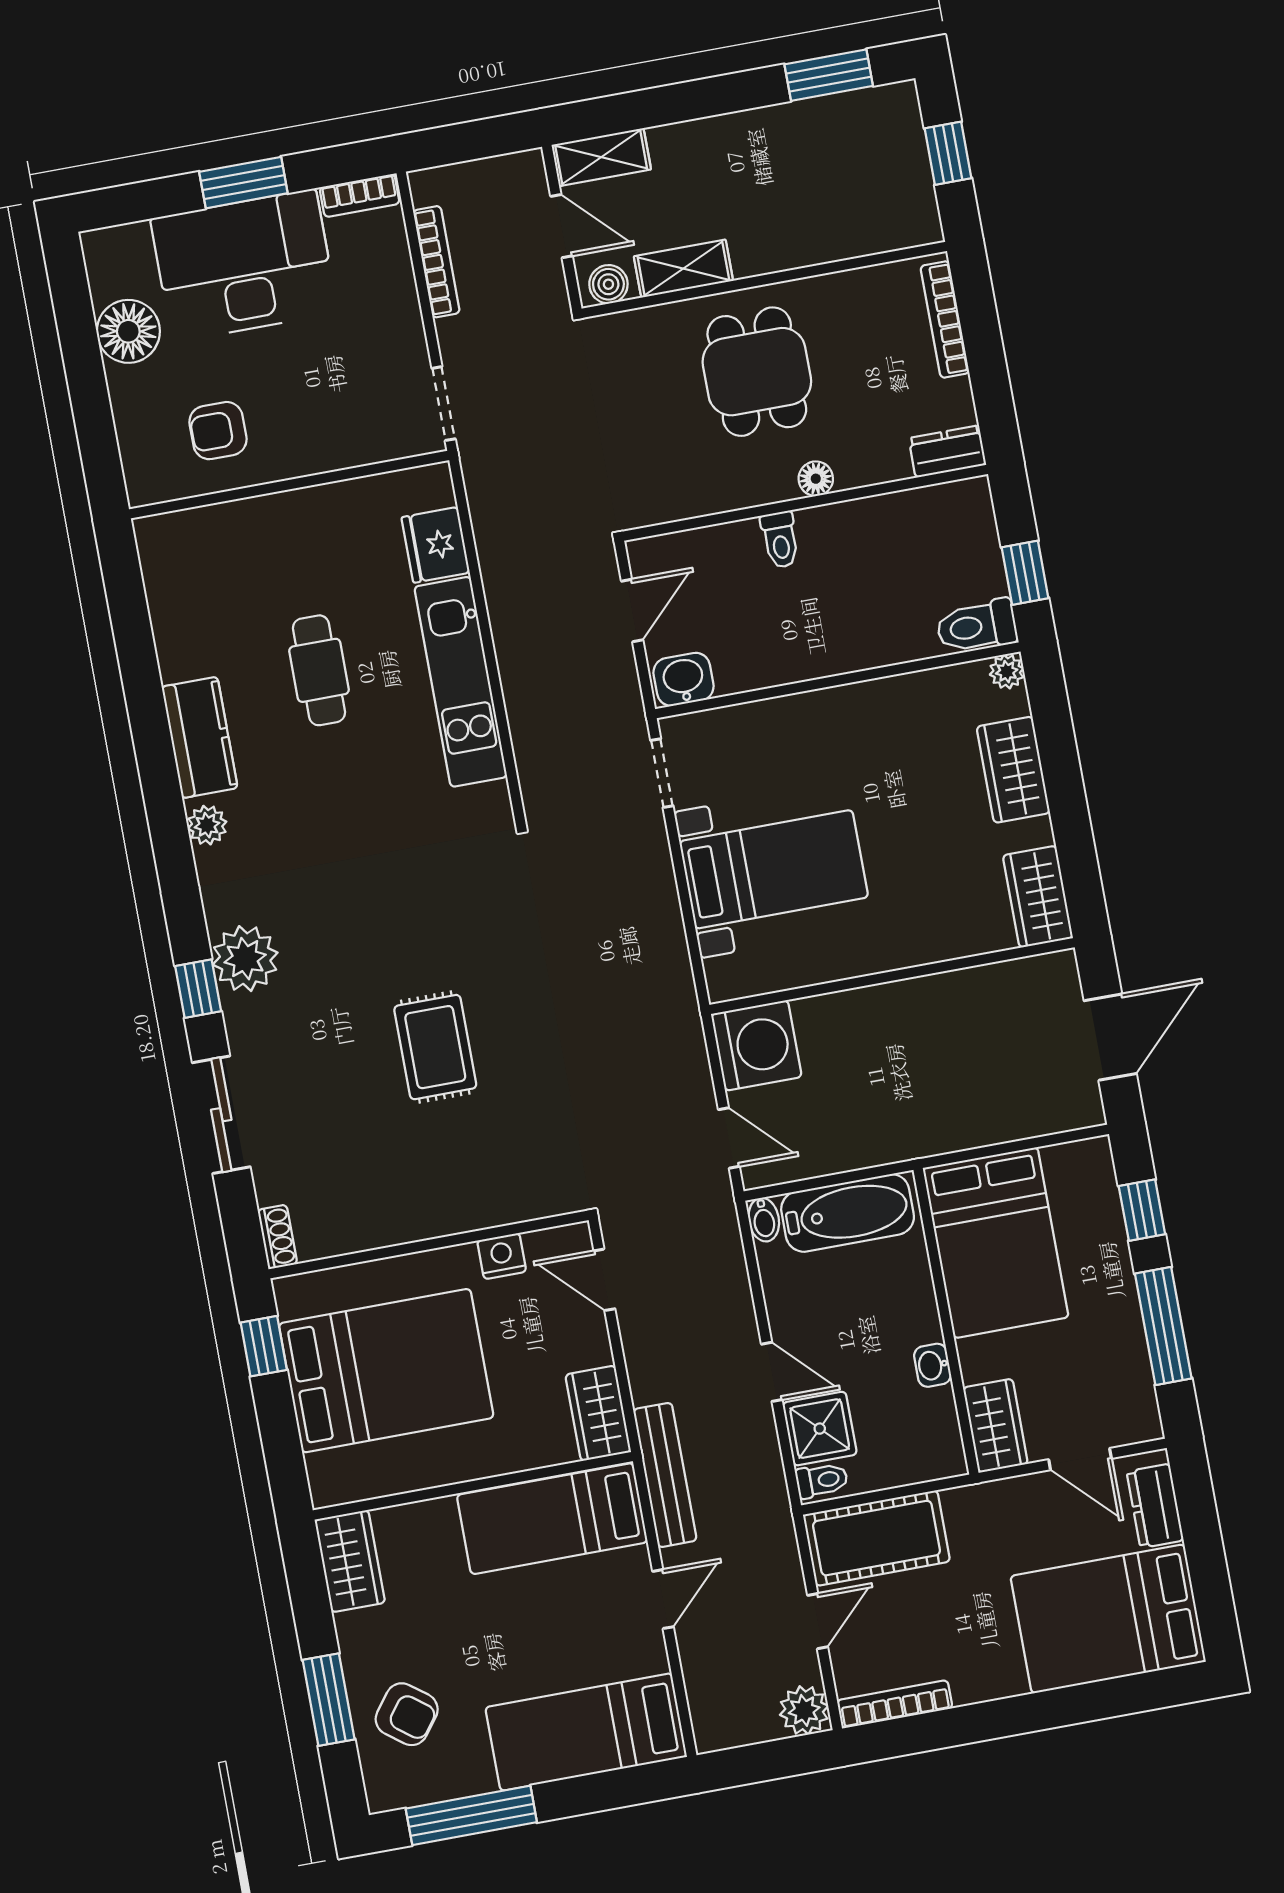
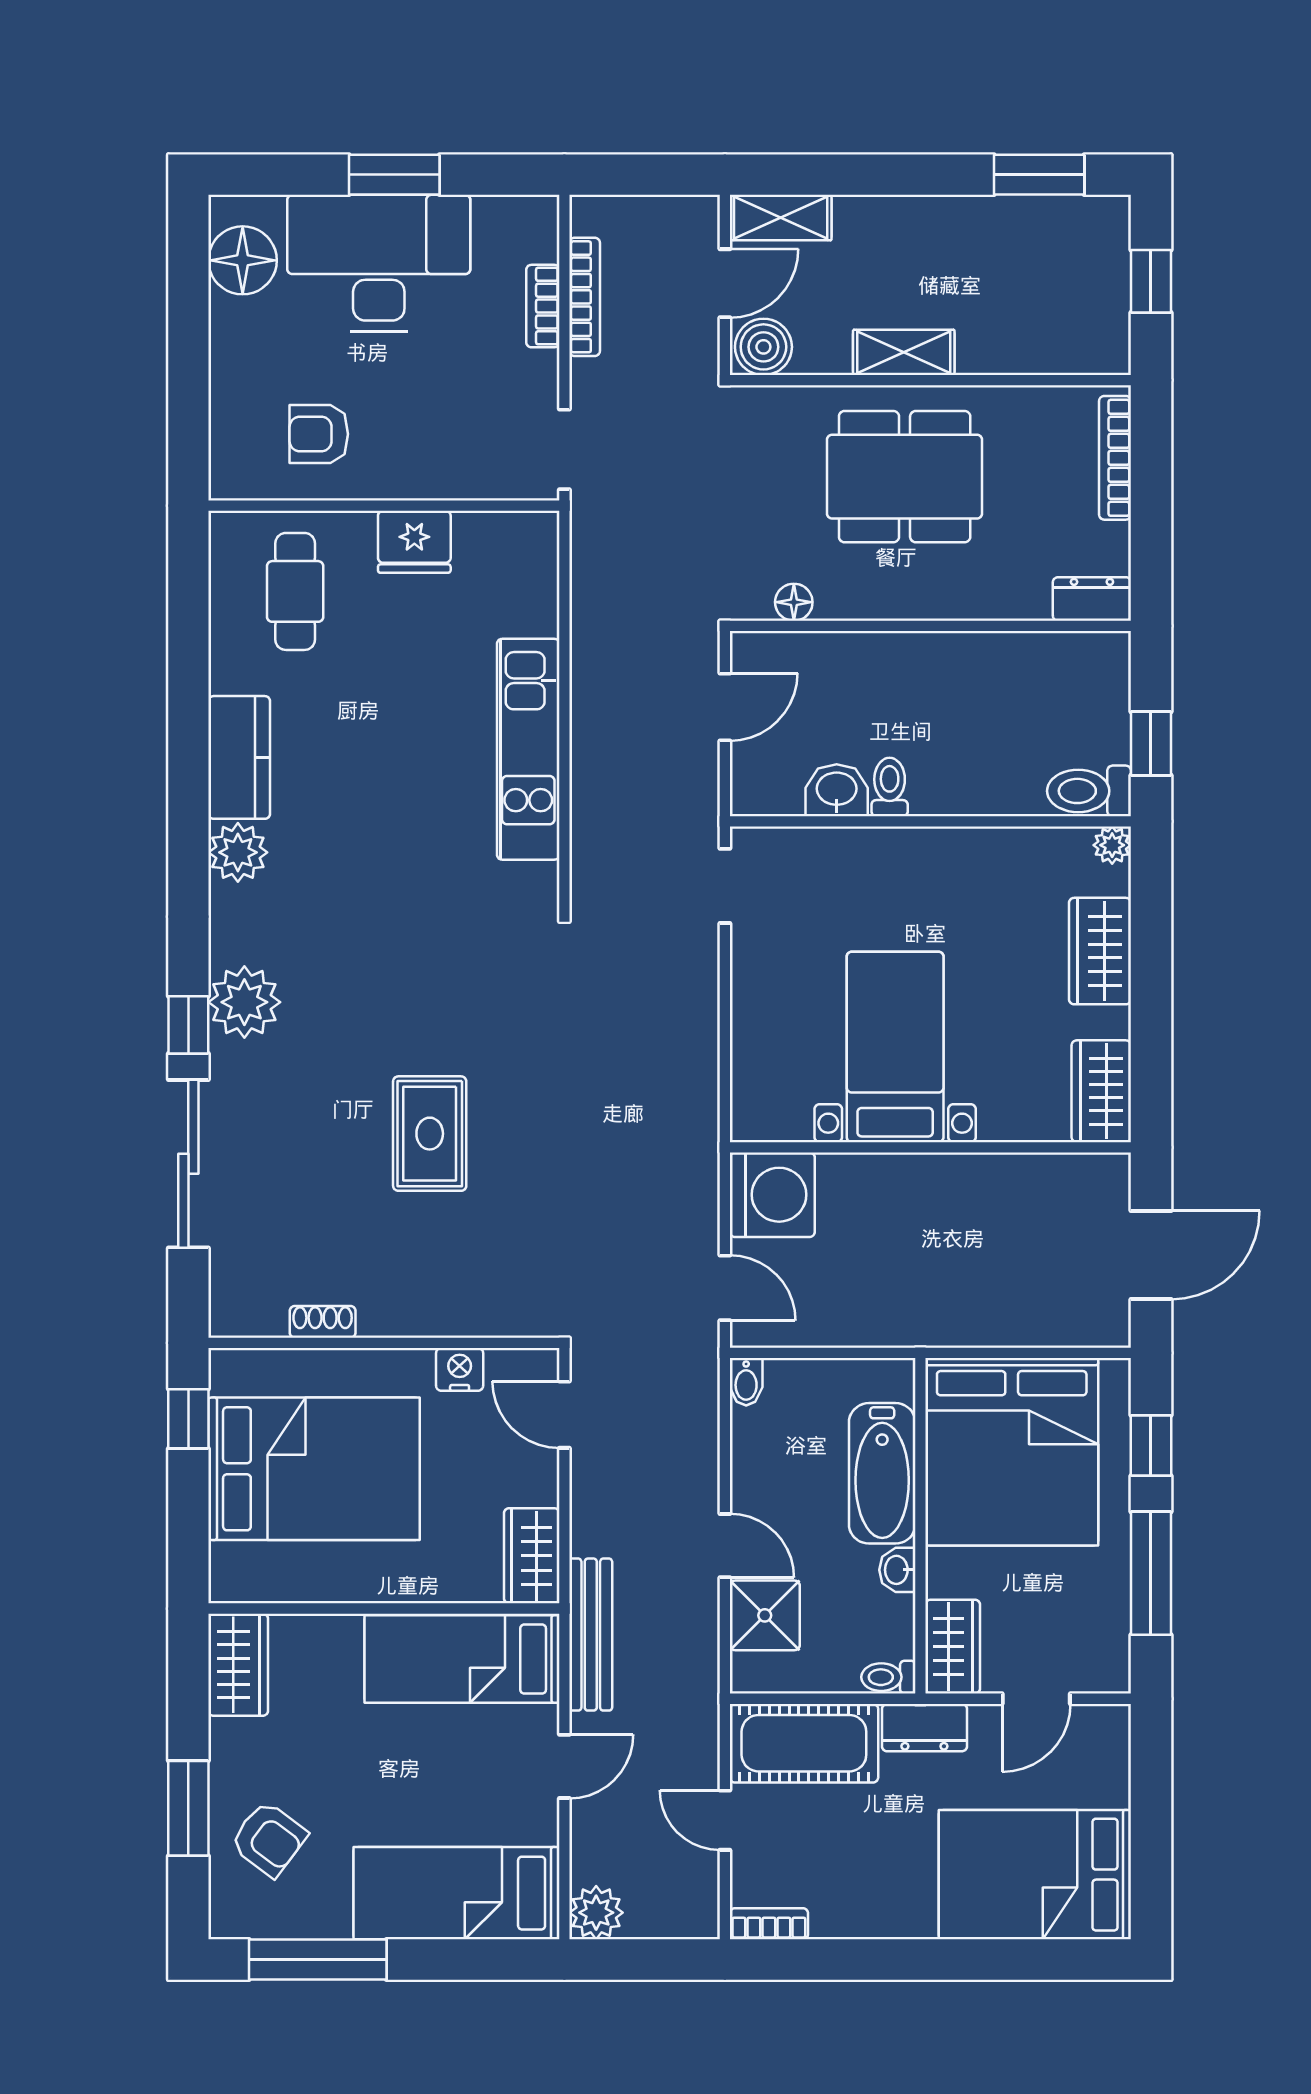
bookcase: (360, 196) -> (543, 306), moved, turned 90
door: (562, 226) -> (725, 283), hinge flipped
shelving: (683, 269) -> (904, 352), moved
boiler: (608, 284) -> (763, 347), width x1.36, depth x1.36
floor lamp: (128, 331) -> (243, 260), moved
dining table: (757, 372) -> (905, 477), width x1.38
floor lamp: (816, 479) -> (794, 602), moved
toilet: (780, 540) -> (890, 787), moved, turned 180
fridge: (436, 545) -> (414, 542), moved, turned -90
cafe table: (319, 670) -> (295, 591), moved
washbasin: (684, 679) -> (837, 790), moved
plant: (207, 825) -> (238, 852), width x1.38, depth x1.38
bed with nightstands: (774, 869) -> (895, 1047), moved, turned -90
sliding door: (221, 1115) -> (188, 1164), width x1.37
bathtub: (848, 1213) -> (882, 1473), moved, turned 90
shoe rack: (277, 1237) -> (323, 1322), moved, turned -90
bed: (996, 1243) -> (1012, 1452), width x1.36
door: (1080, 1459) -> (1036, 1699), hinge flipped
toilet: (822, 1480) -> (888, 1677), moved, turned 180
dresser: (1155, 1506) -> (924, 1728), moved, turned -90
door: (818, 1621) -> (725, 1820), swing flipped
bookcase: (895, 1704) -> (769, 1924), width x0.64
plant: (804, 1710) -> (596, 1913), moved

